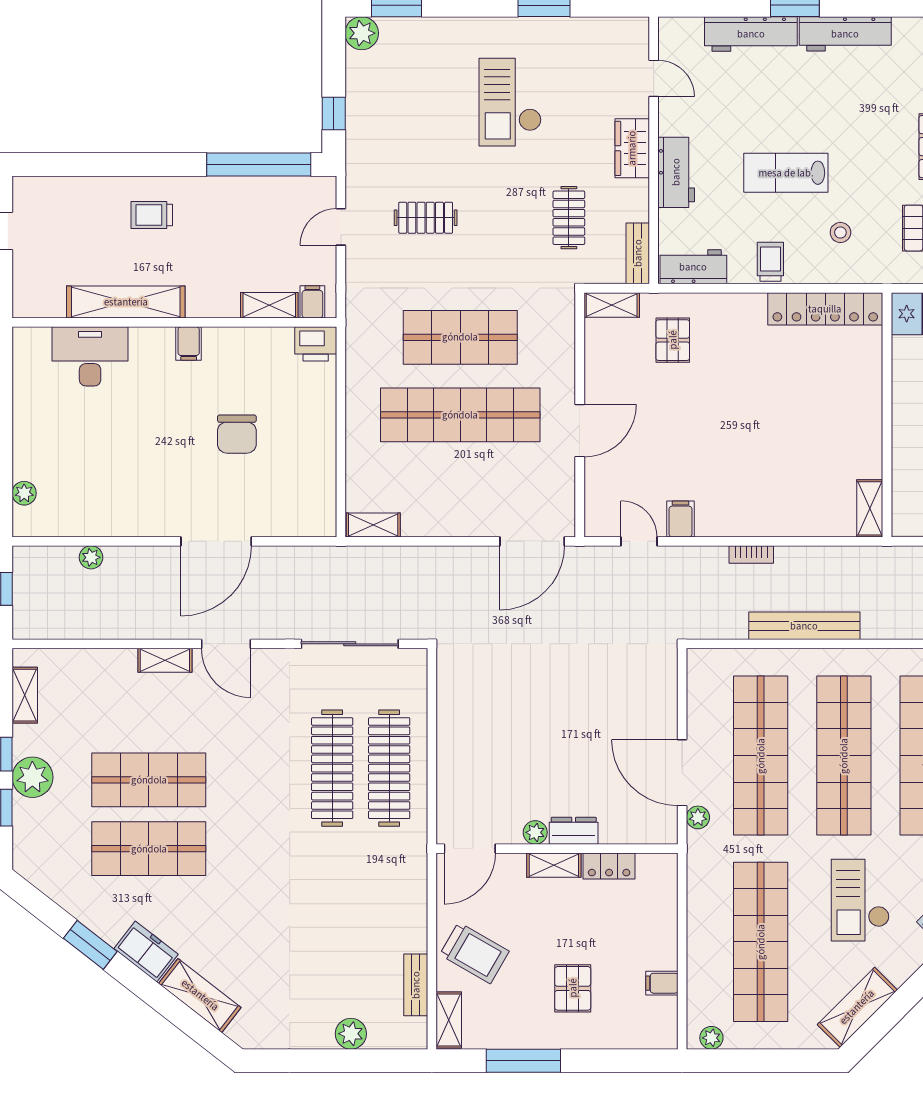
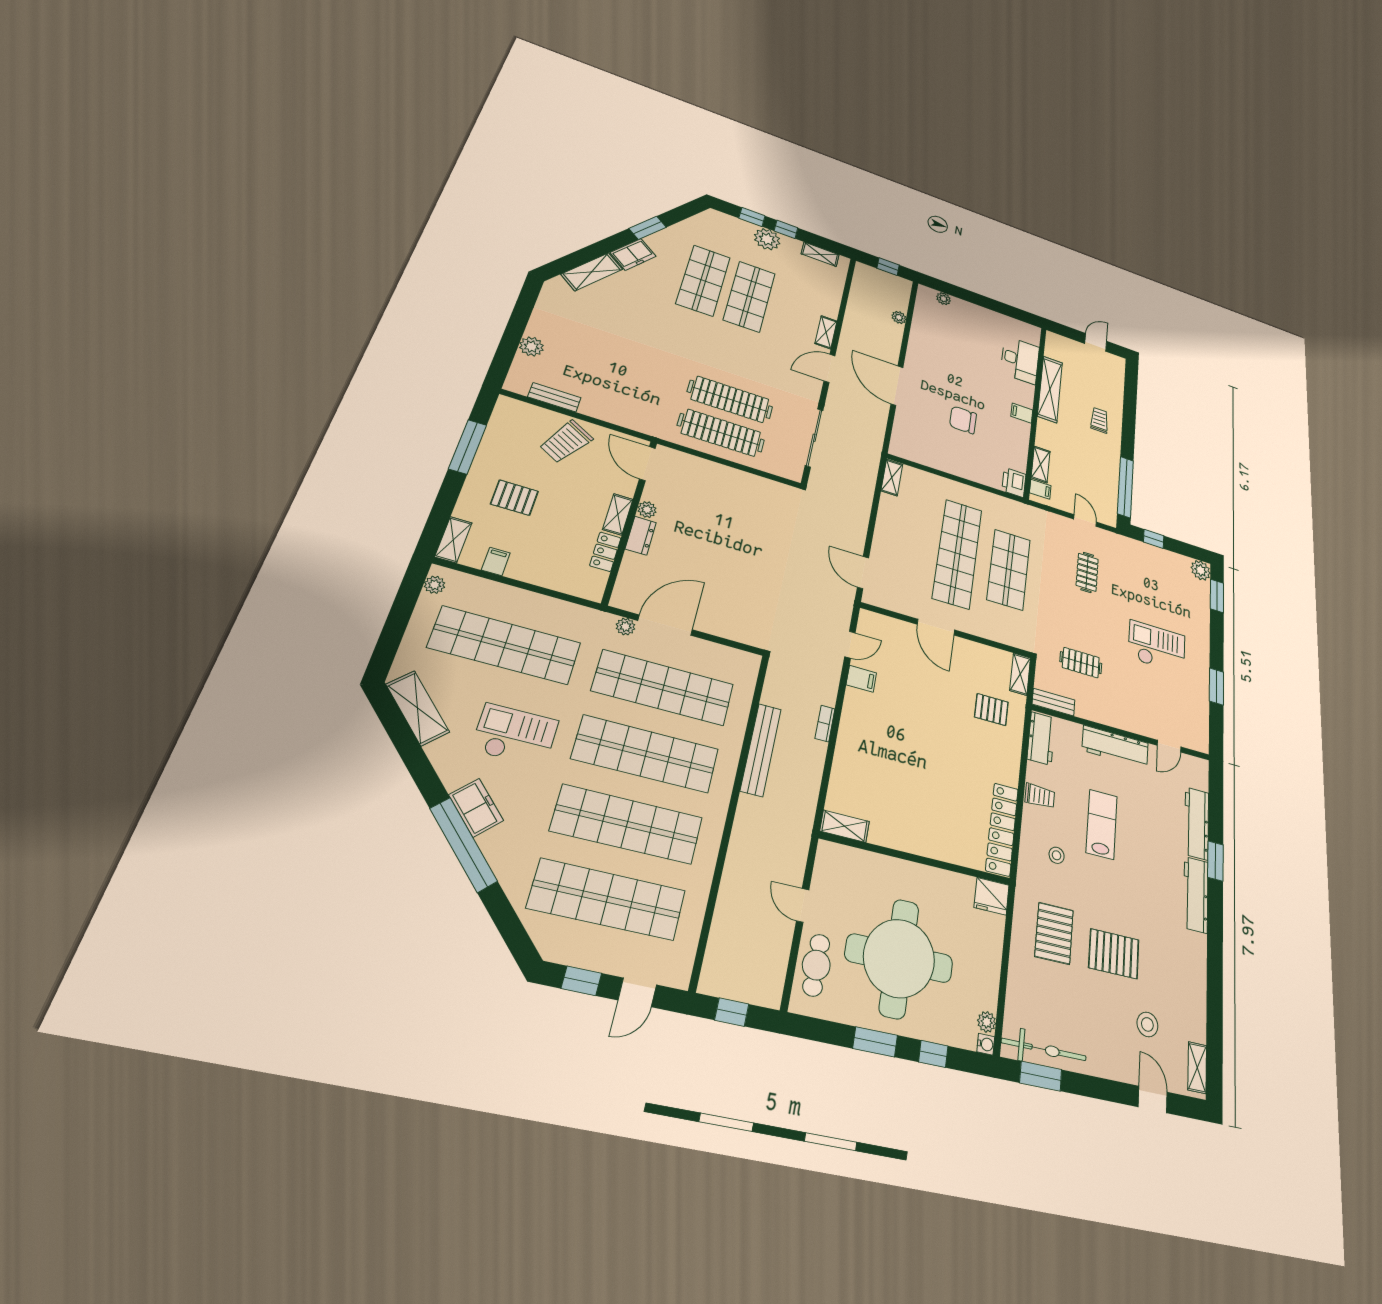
wardrobe: (632, 148) -> (1124, 718), removed
workbench: (676, 172) -> (1115, 747), width x1.38
door: (532, 541) -> (863, 572), width x0.73
shelving: (449, 1020) -> (453, 540), moved, turned 90

